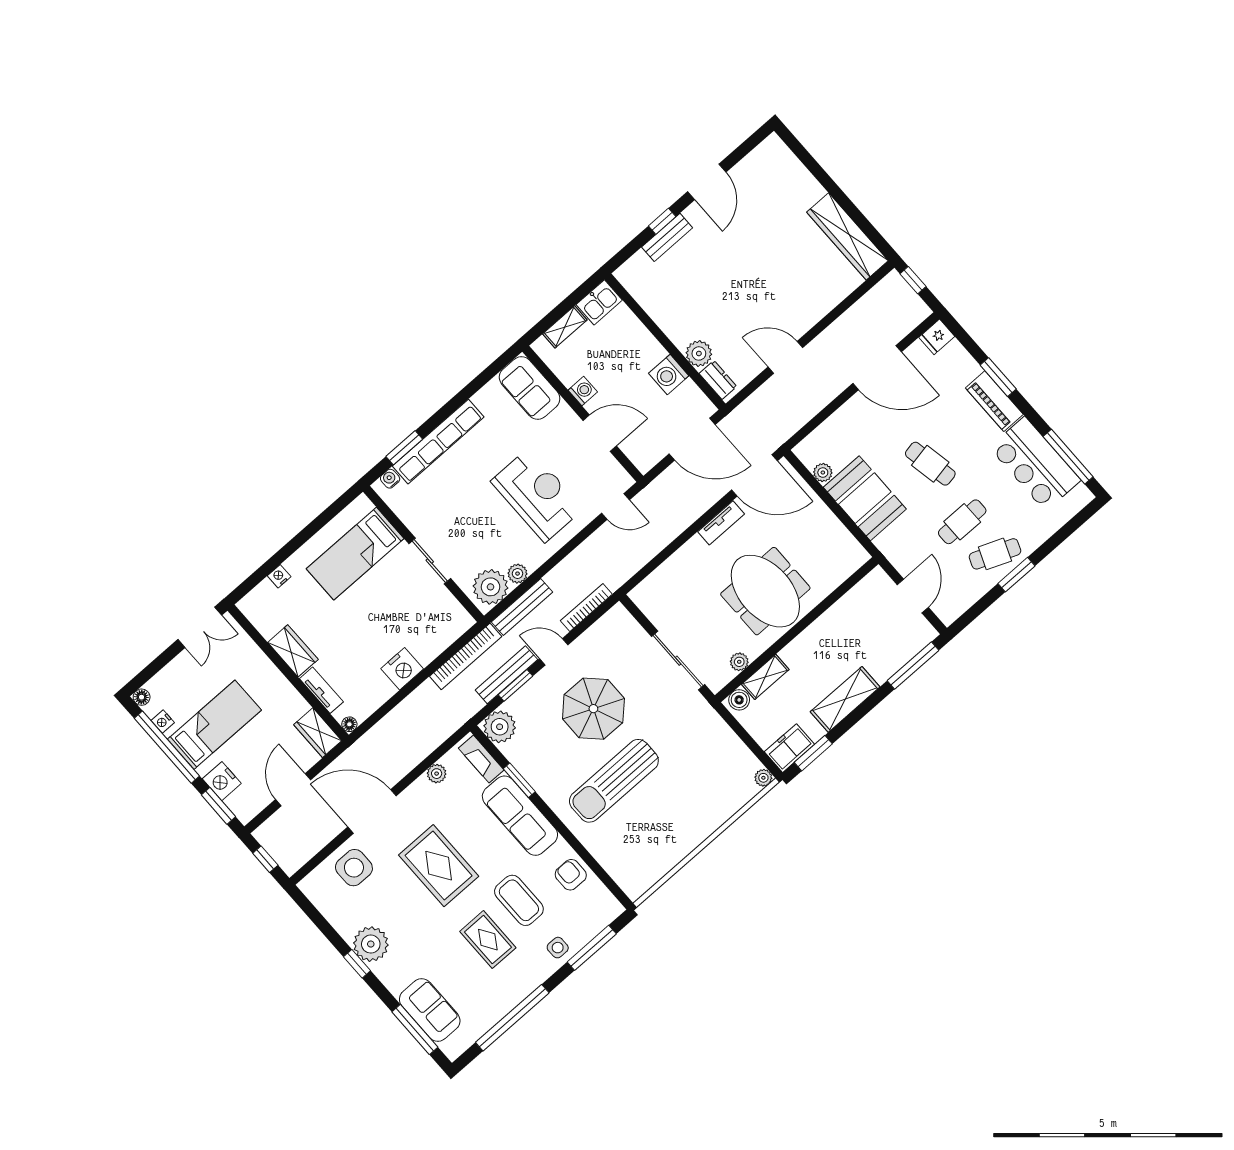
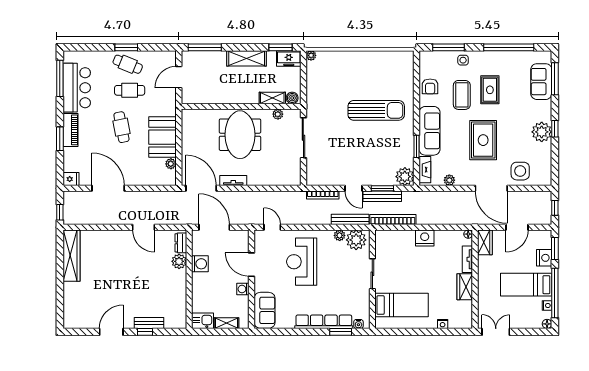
parasol: (593, 709) -> (358, 149), removed

